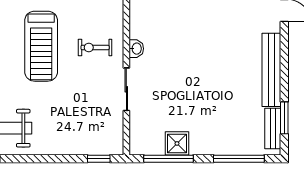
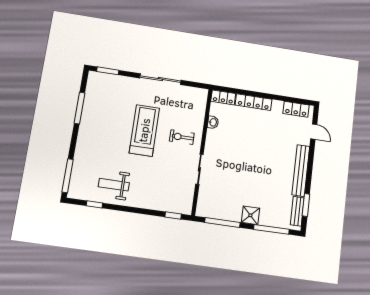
treadmill: (41, 46) -> (144, 130), turned 180
washbasin: (136, 49) -> (213, 122), moved
shower: (177, 143) -> (250, 215), moved

